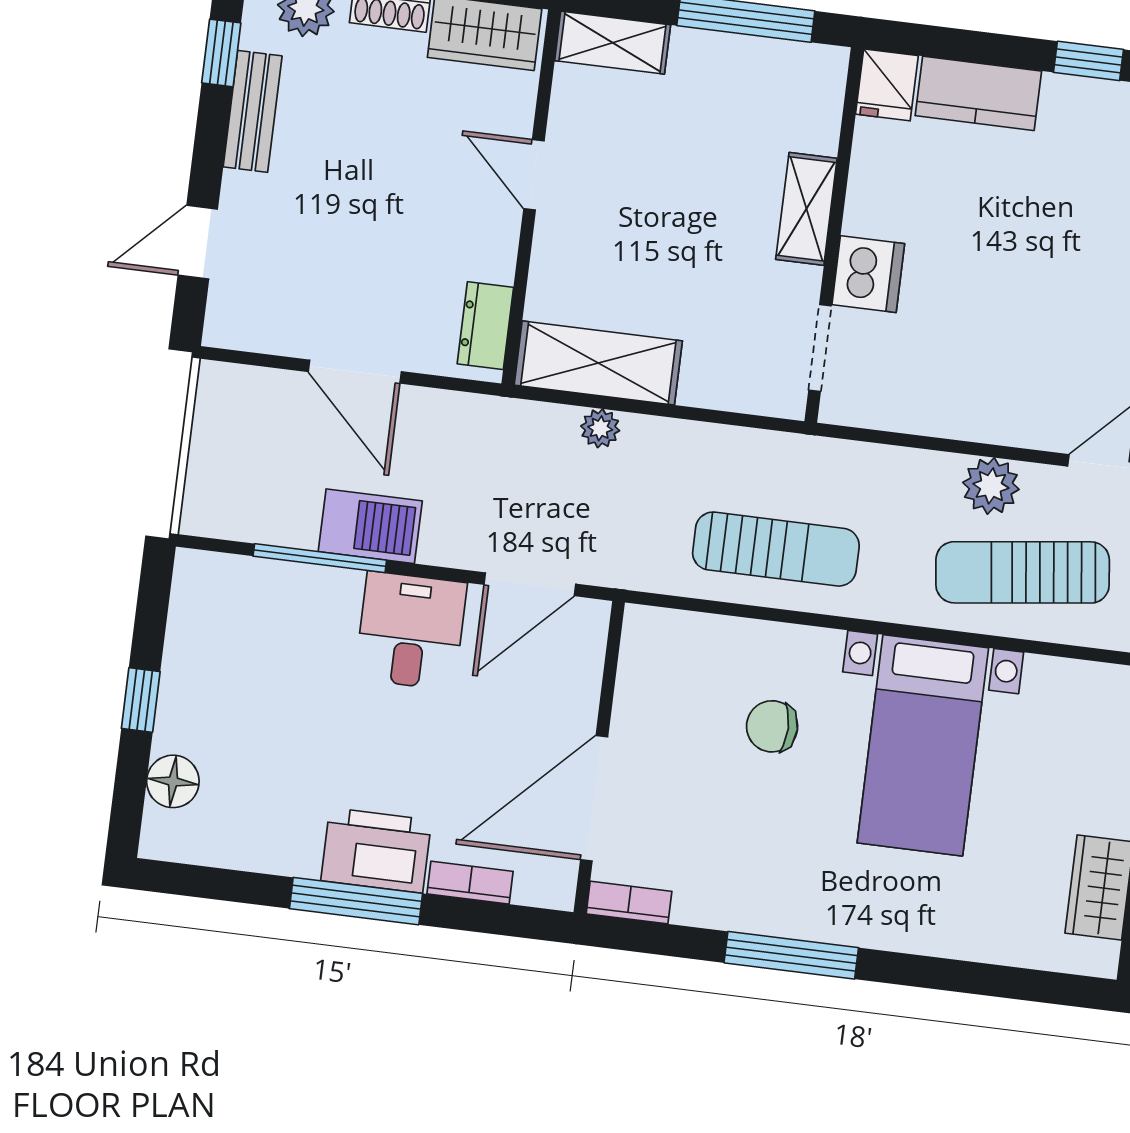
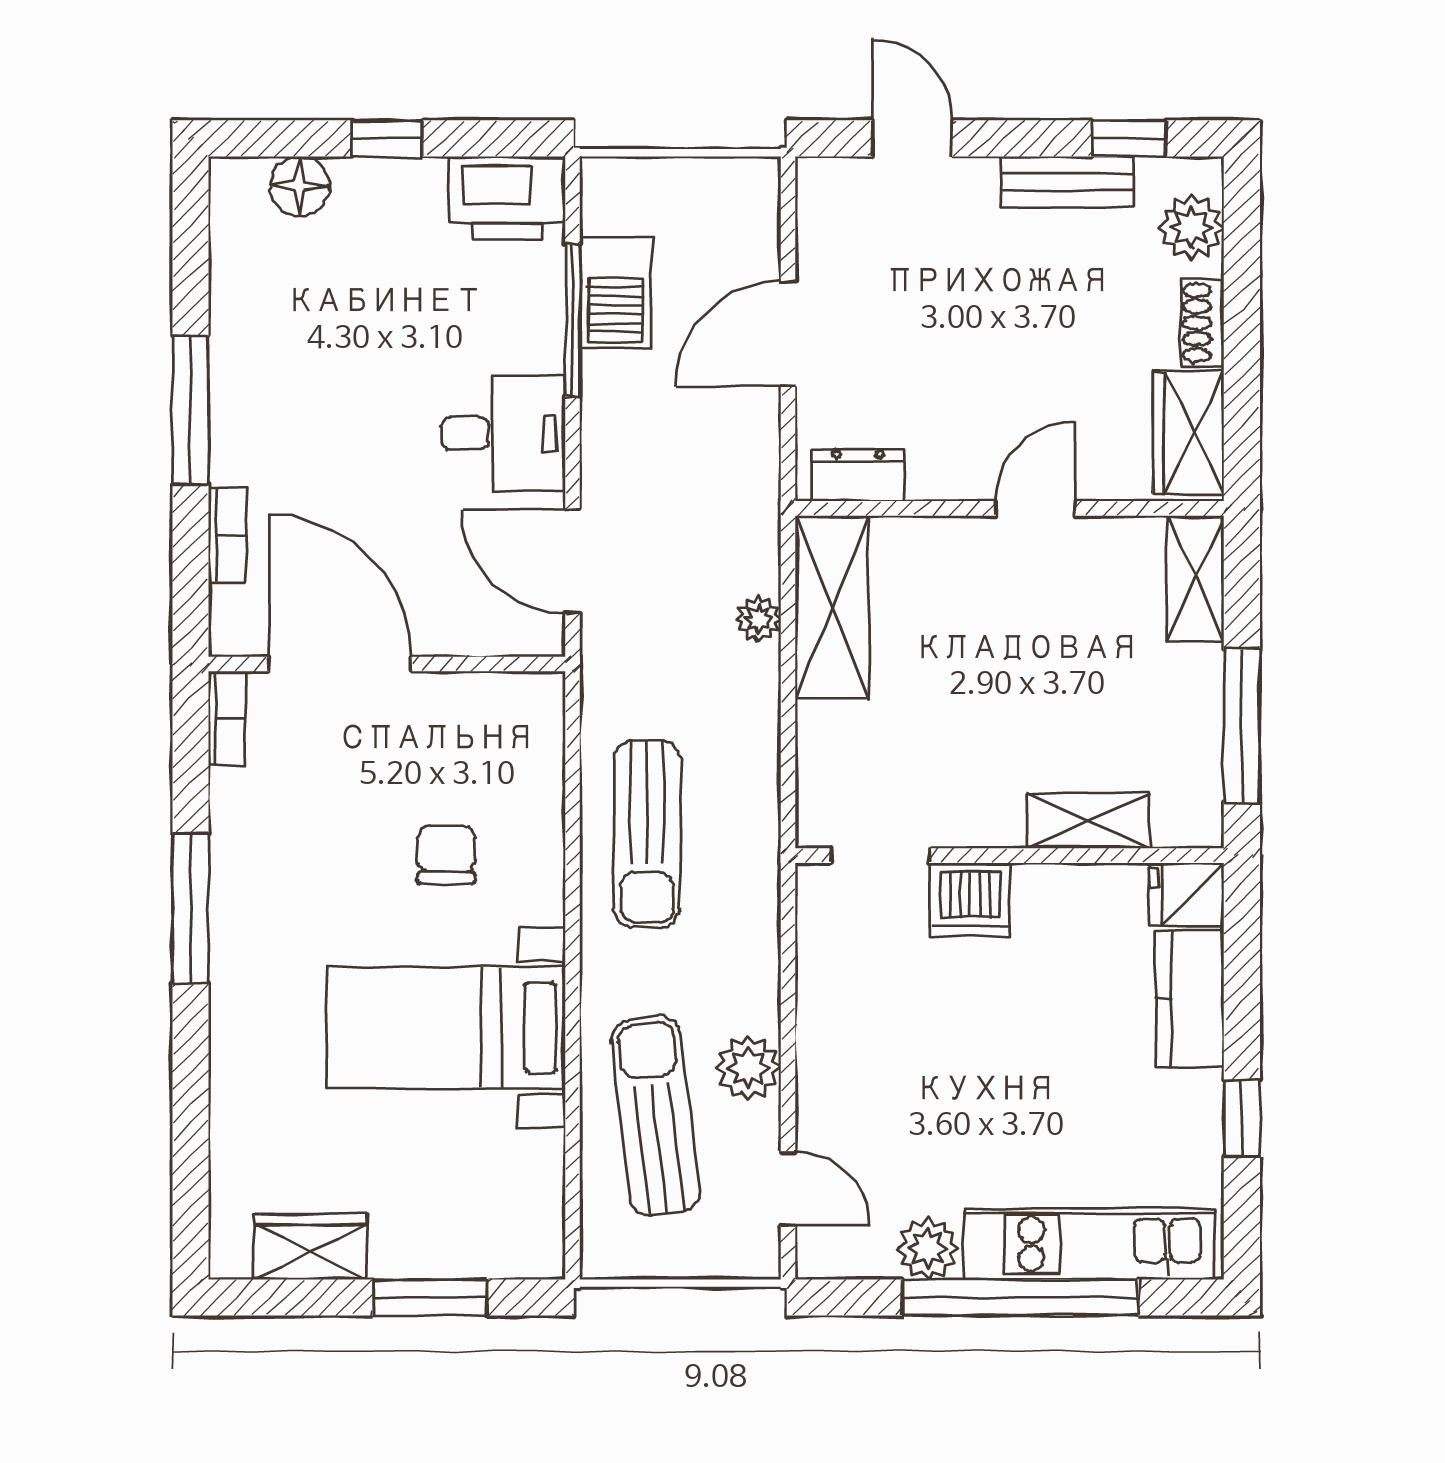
shelving: (806, 209) -> (1089, 821), moved
barbecue: (370, 526) -> (616, 293), moved
printer: (376, 850) -> (507, 198), moved, turned 90

